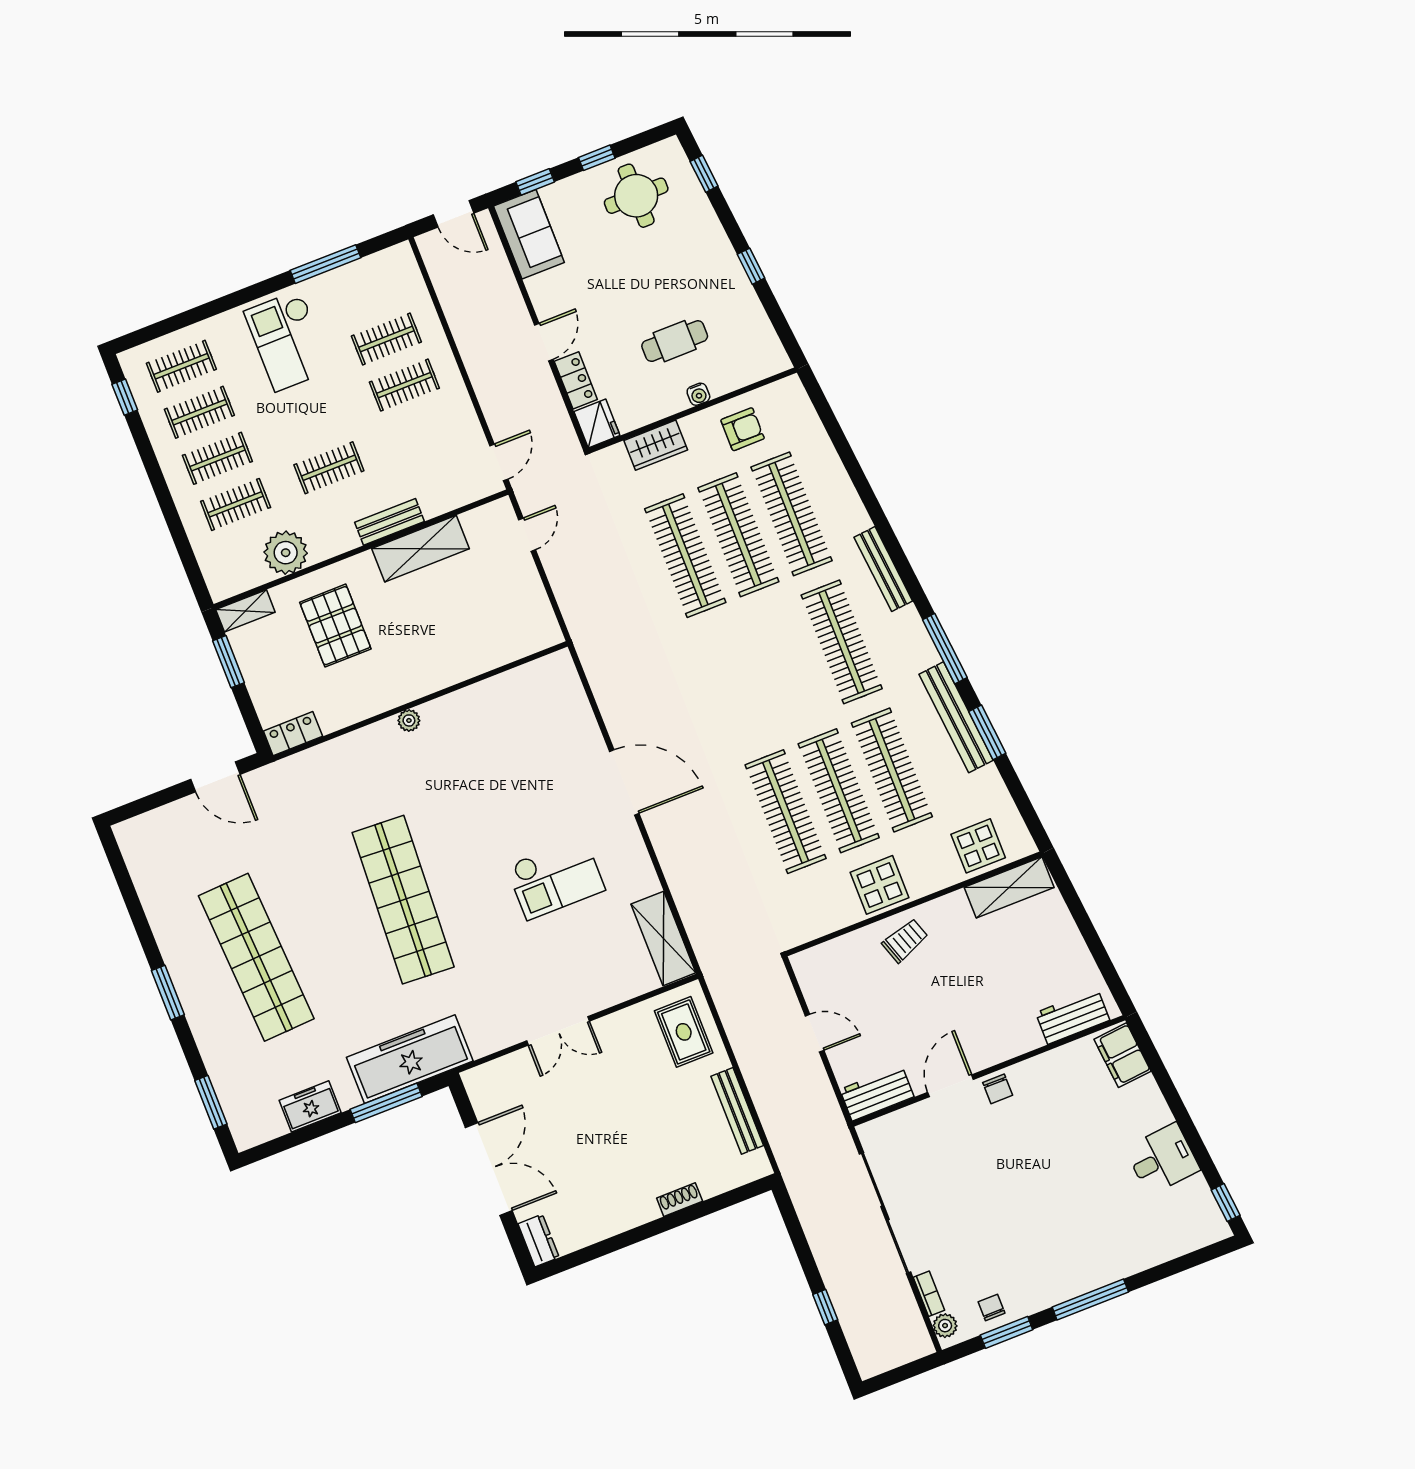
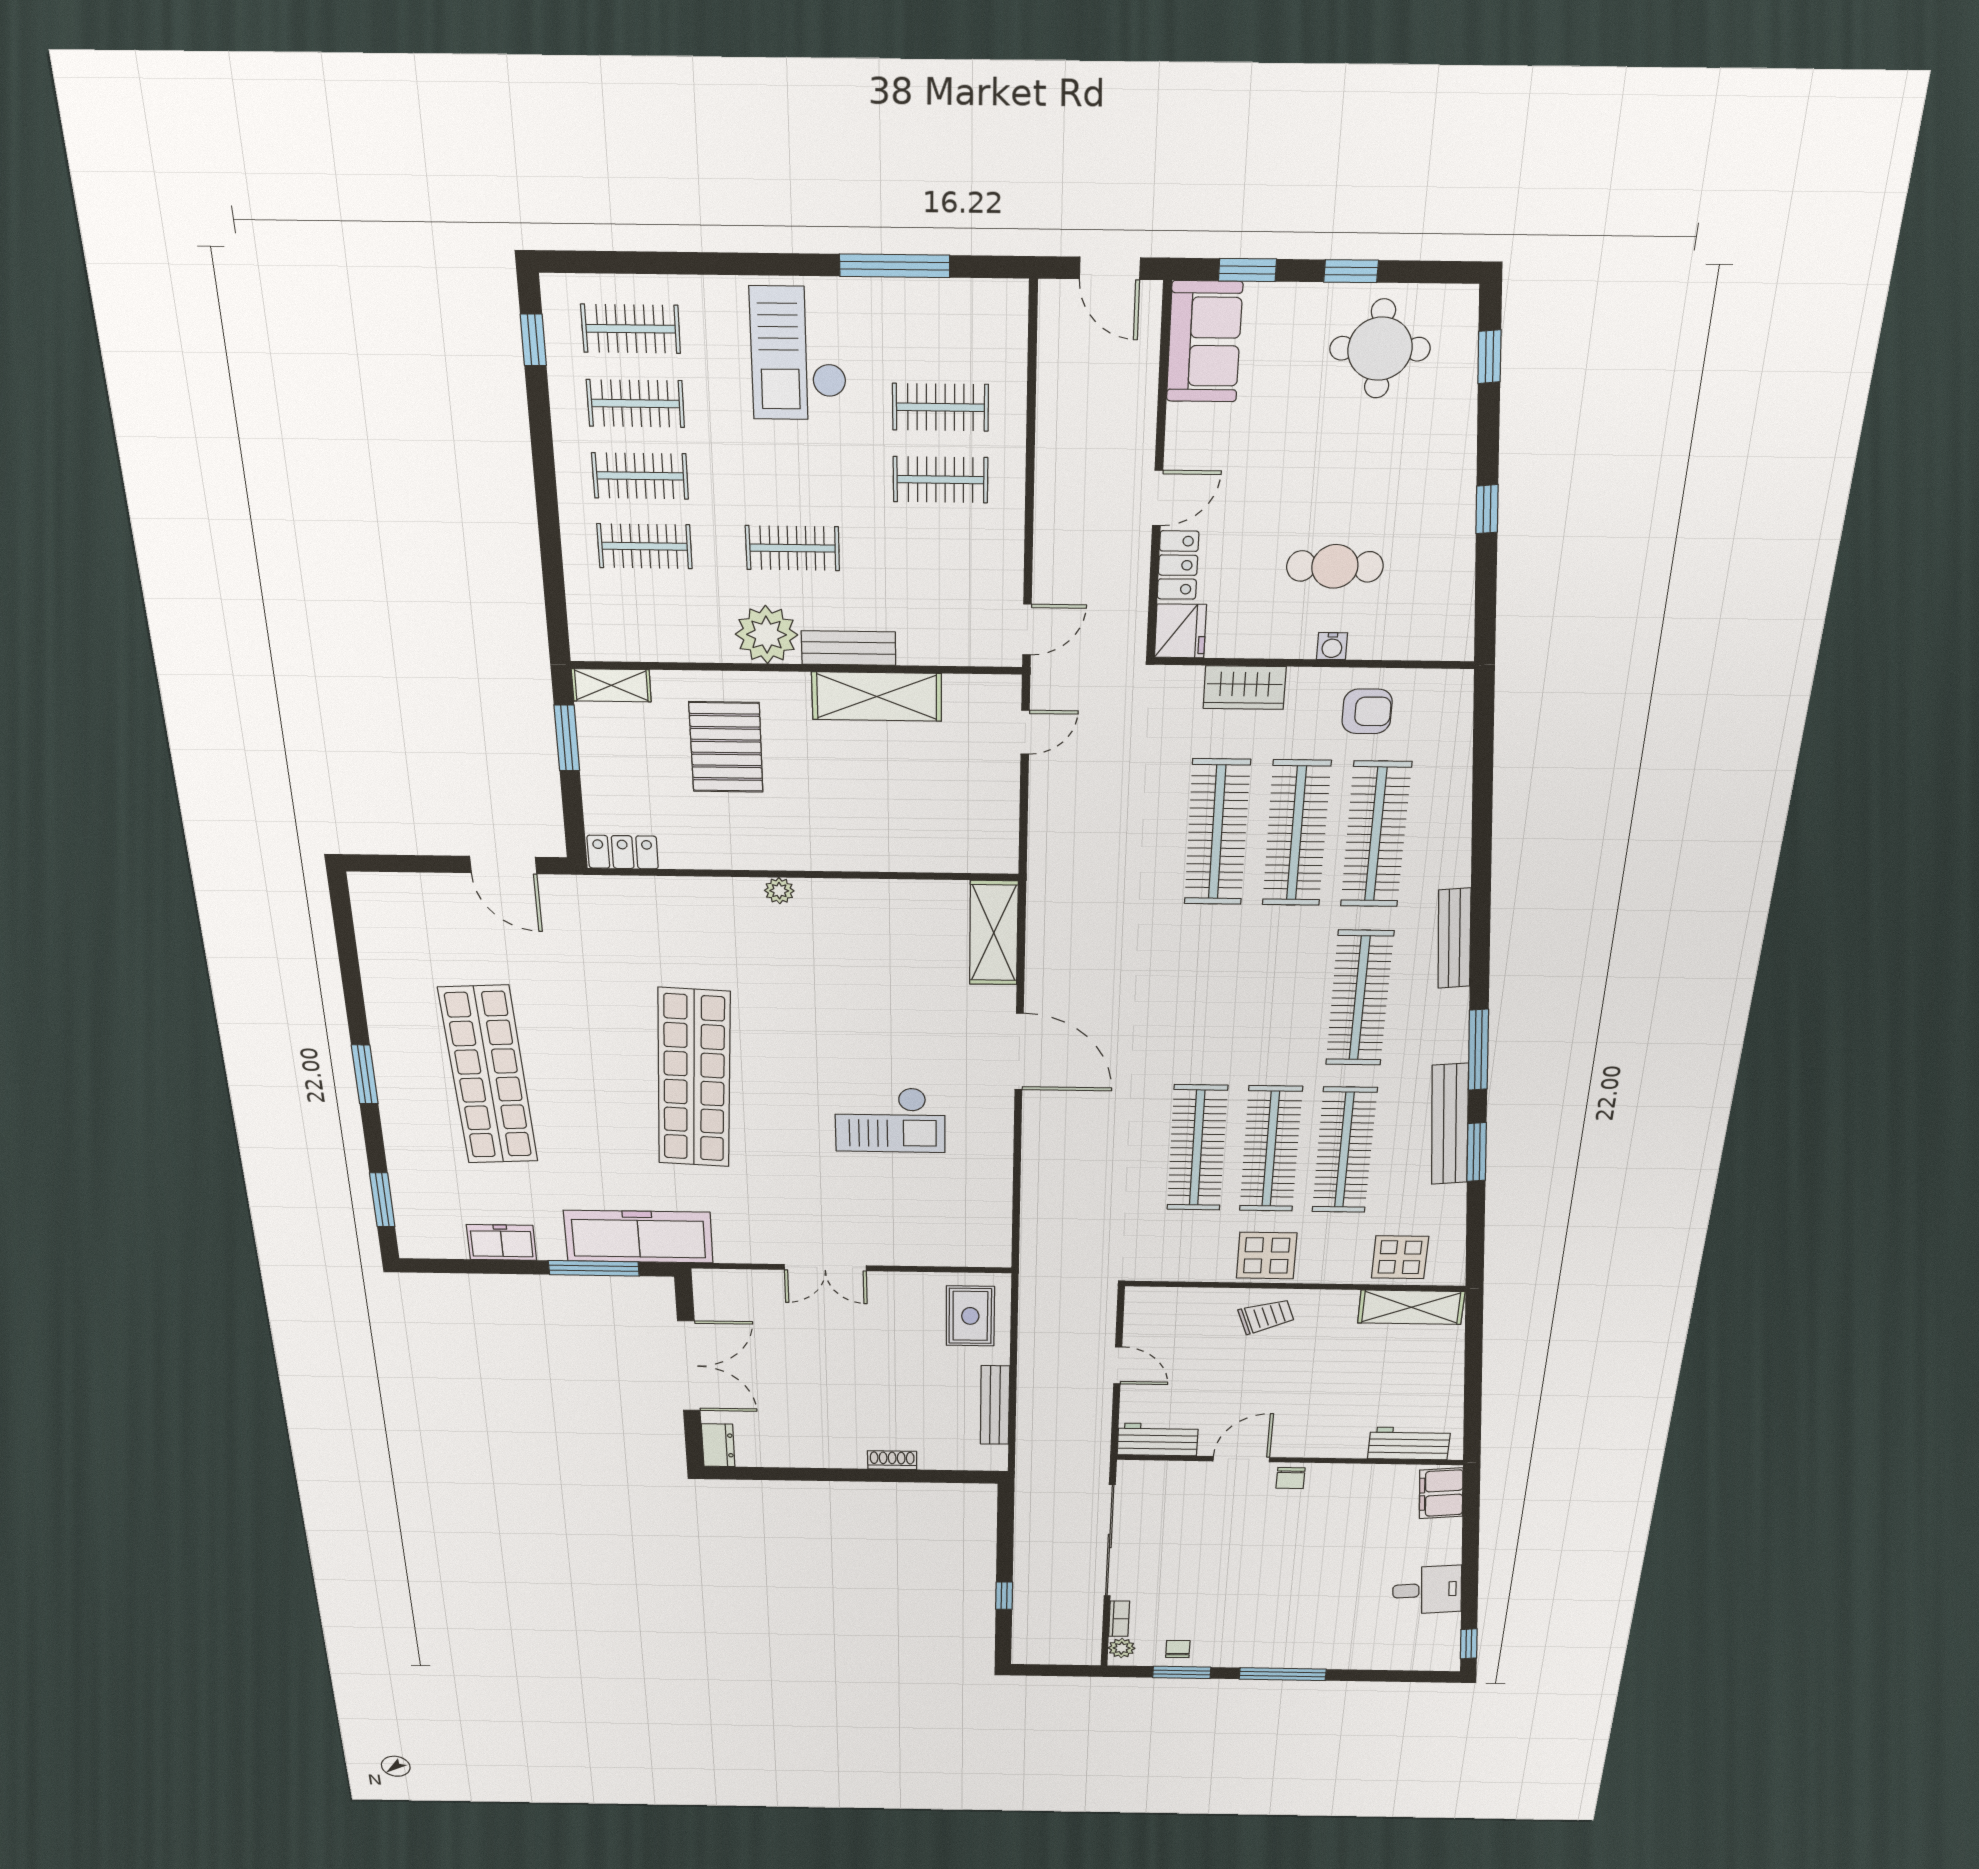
plant: (286, 553) -> (767, 635), moved
shelving: (663, 938) -> (994, 933), moved

